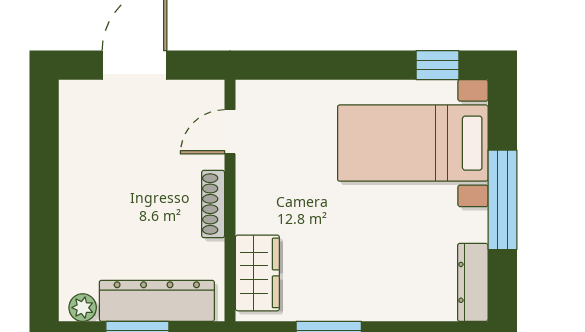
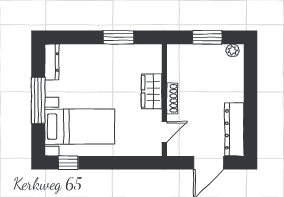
wardrobe: (257, 273) -> (152, 91), moved
dresser: (157, 301) -> (234, 129), moved, turned 90

